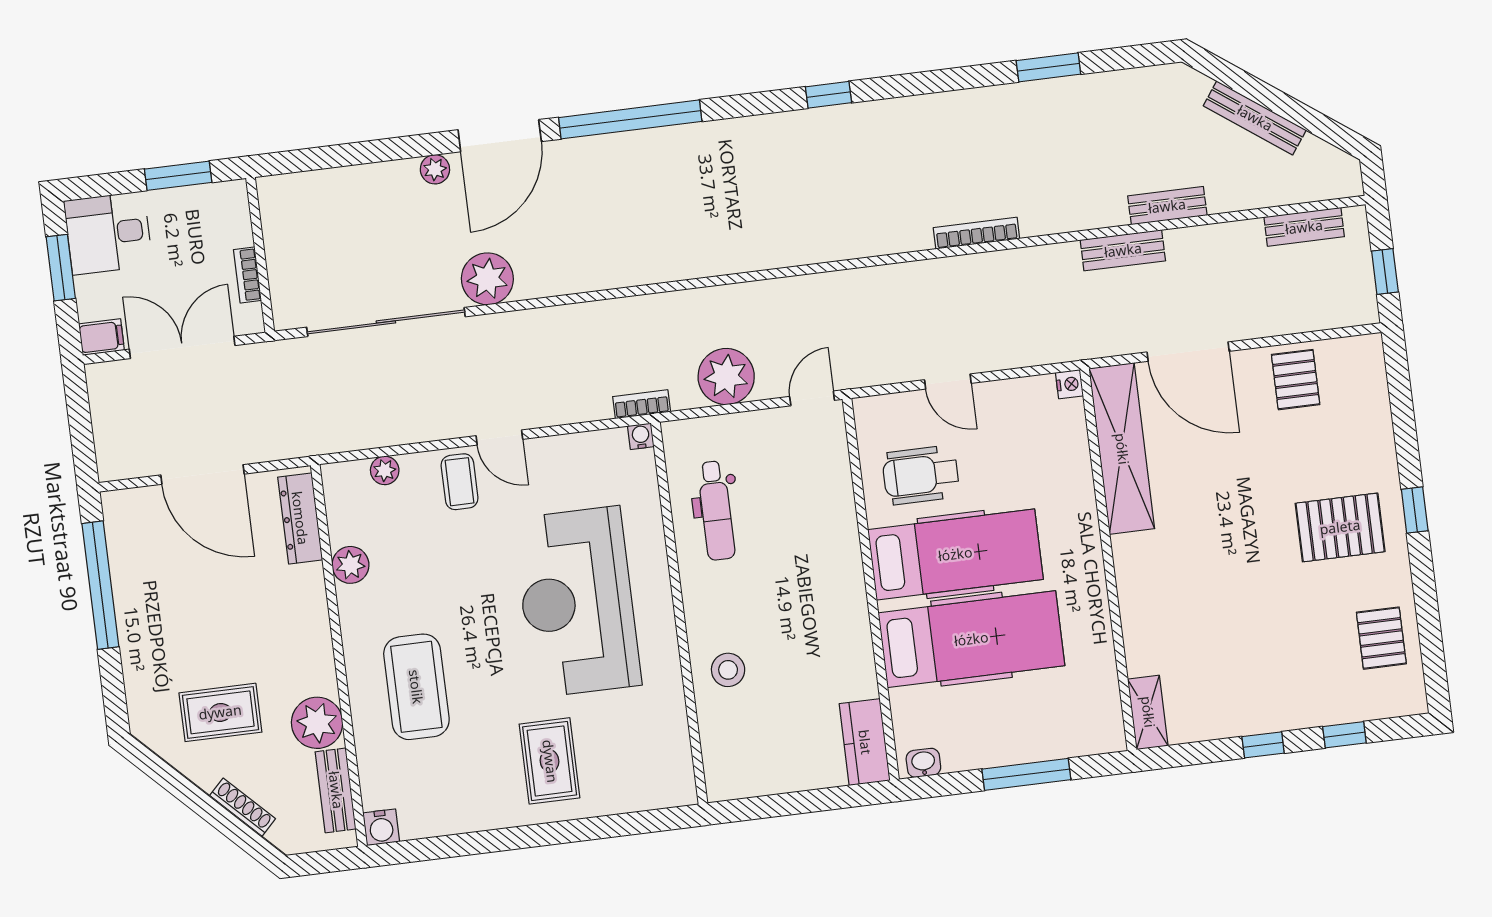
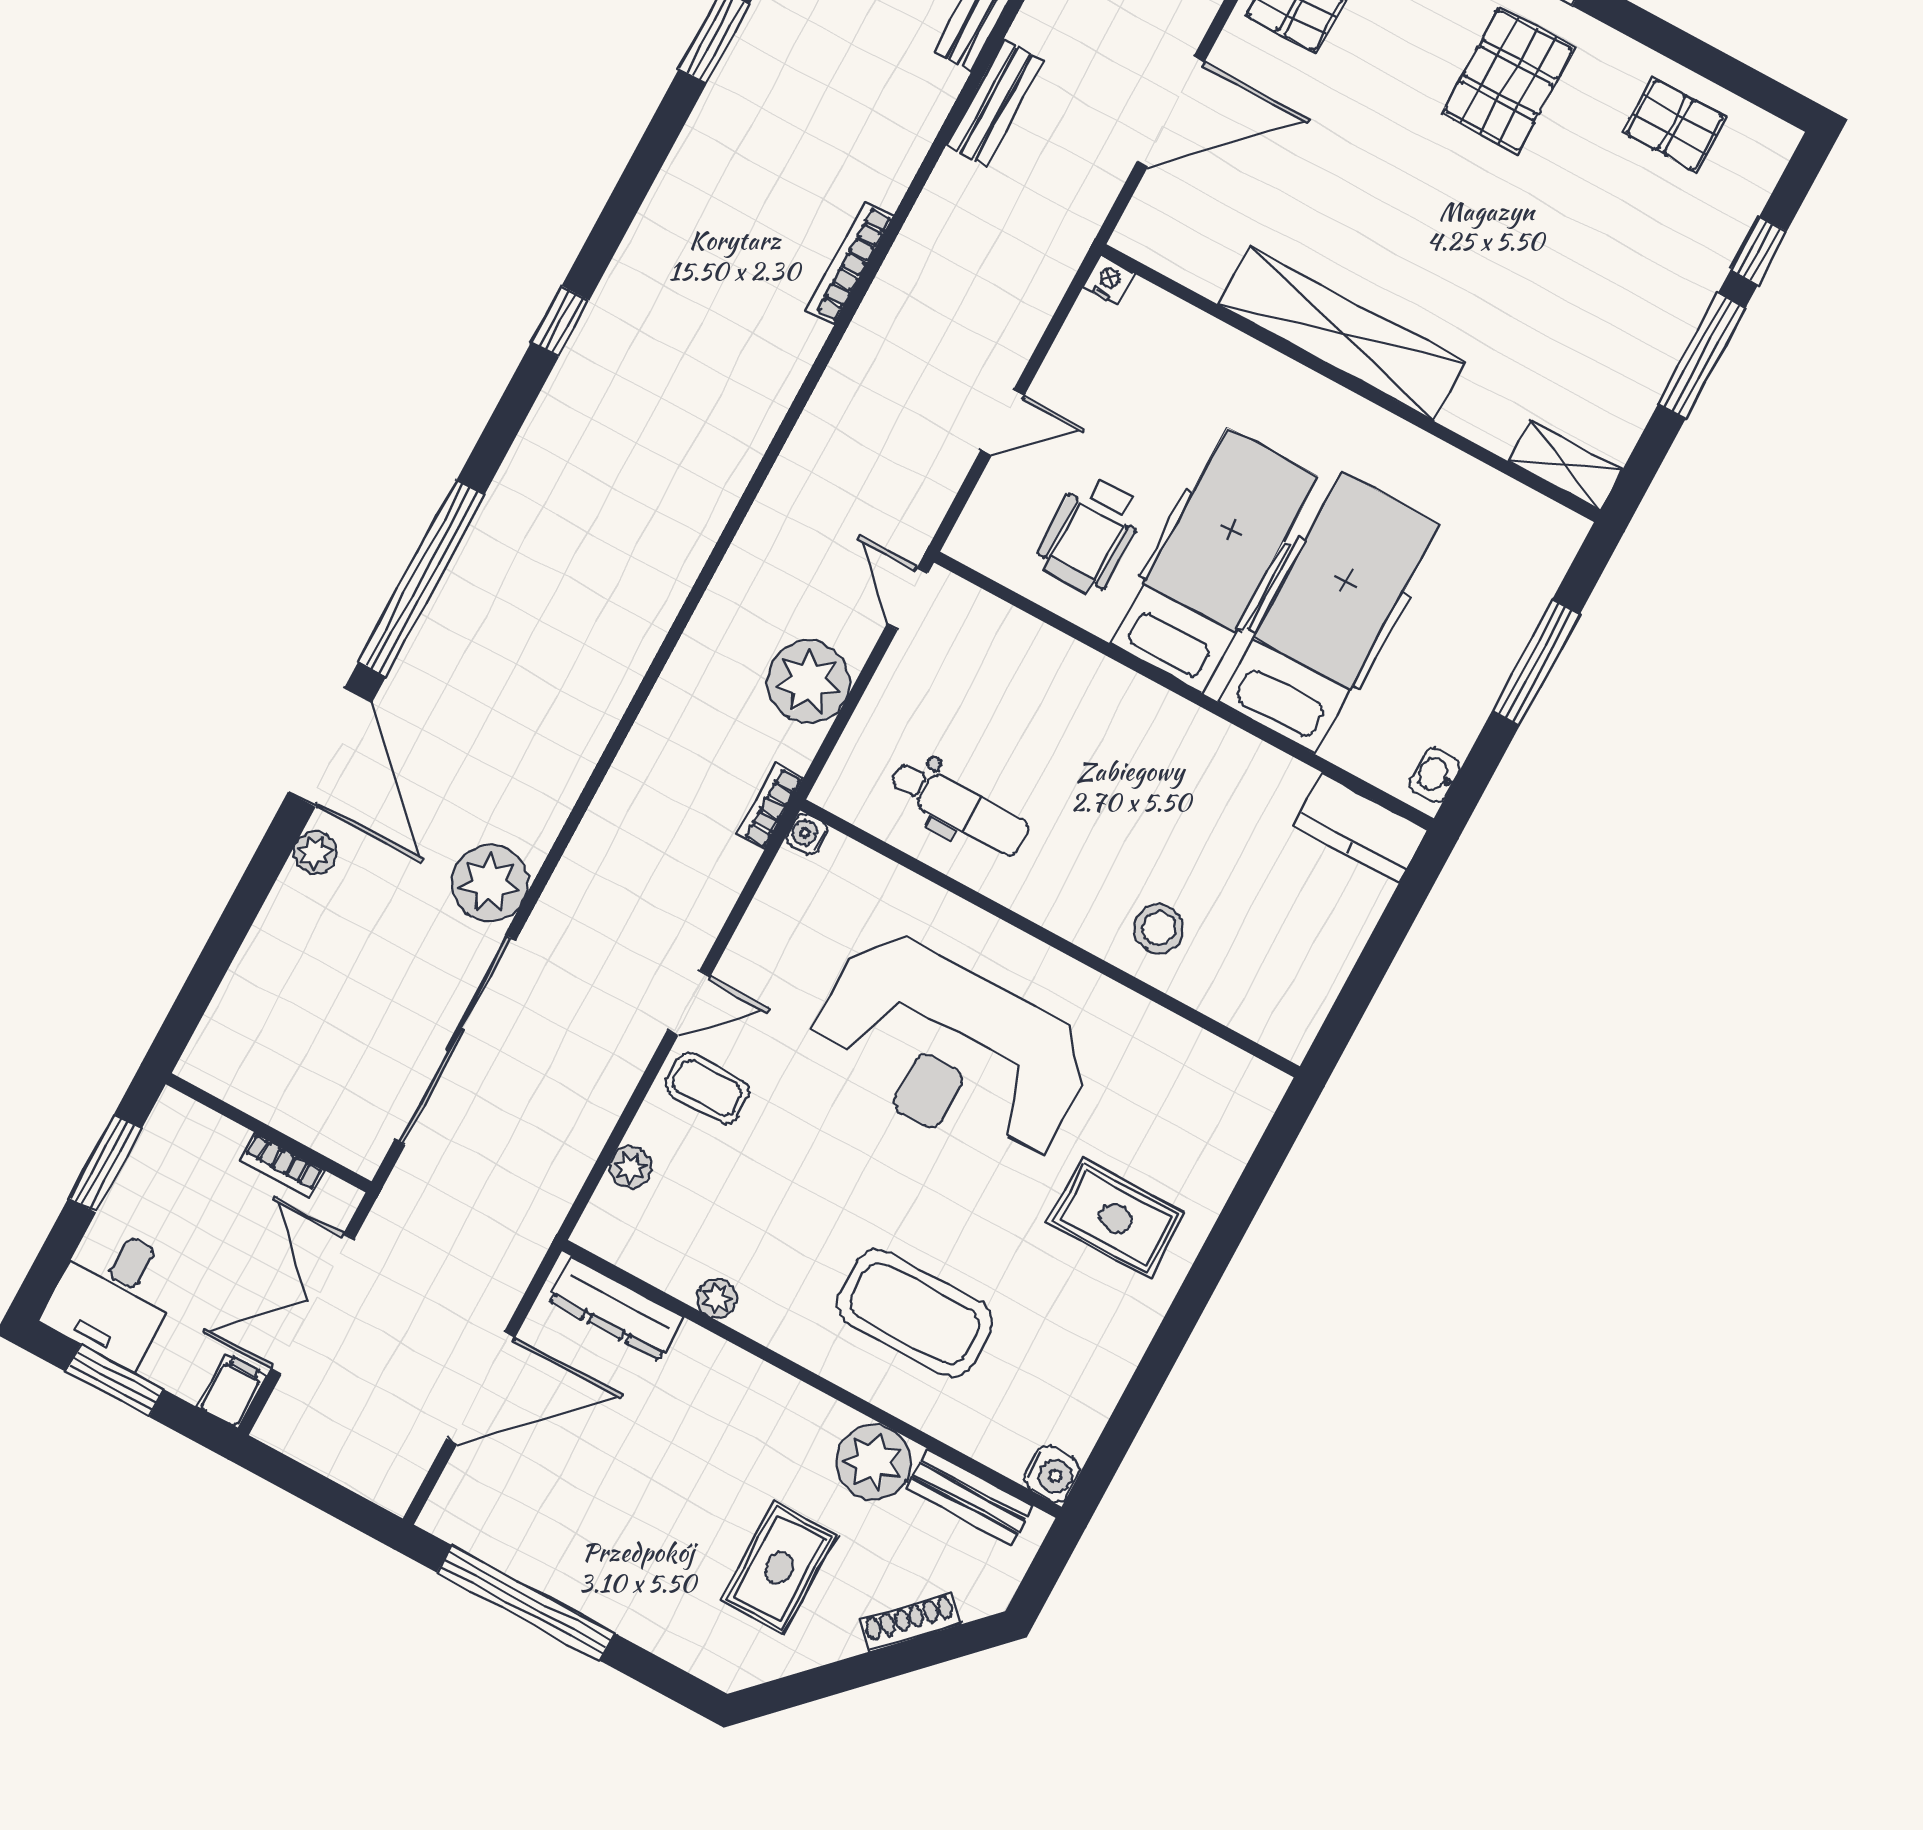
shelving: (1122, 449) -> (1342, 333), moved
plant: (350, 565) -> (717, 1298), width x0.73, depth x0.73
window: (1263, 745) -> (1702, 356), width x2.17

